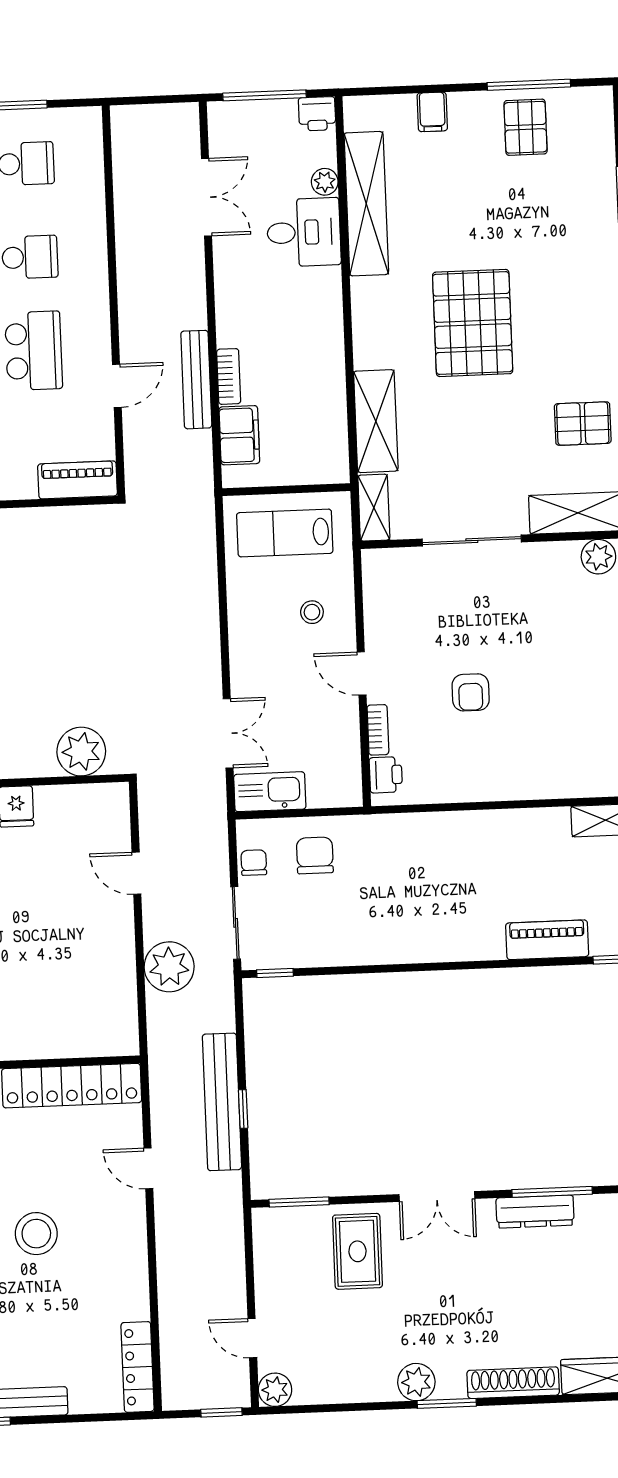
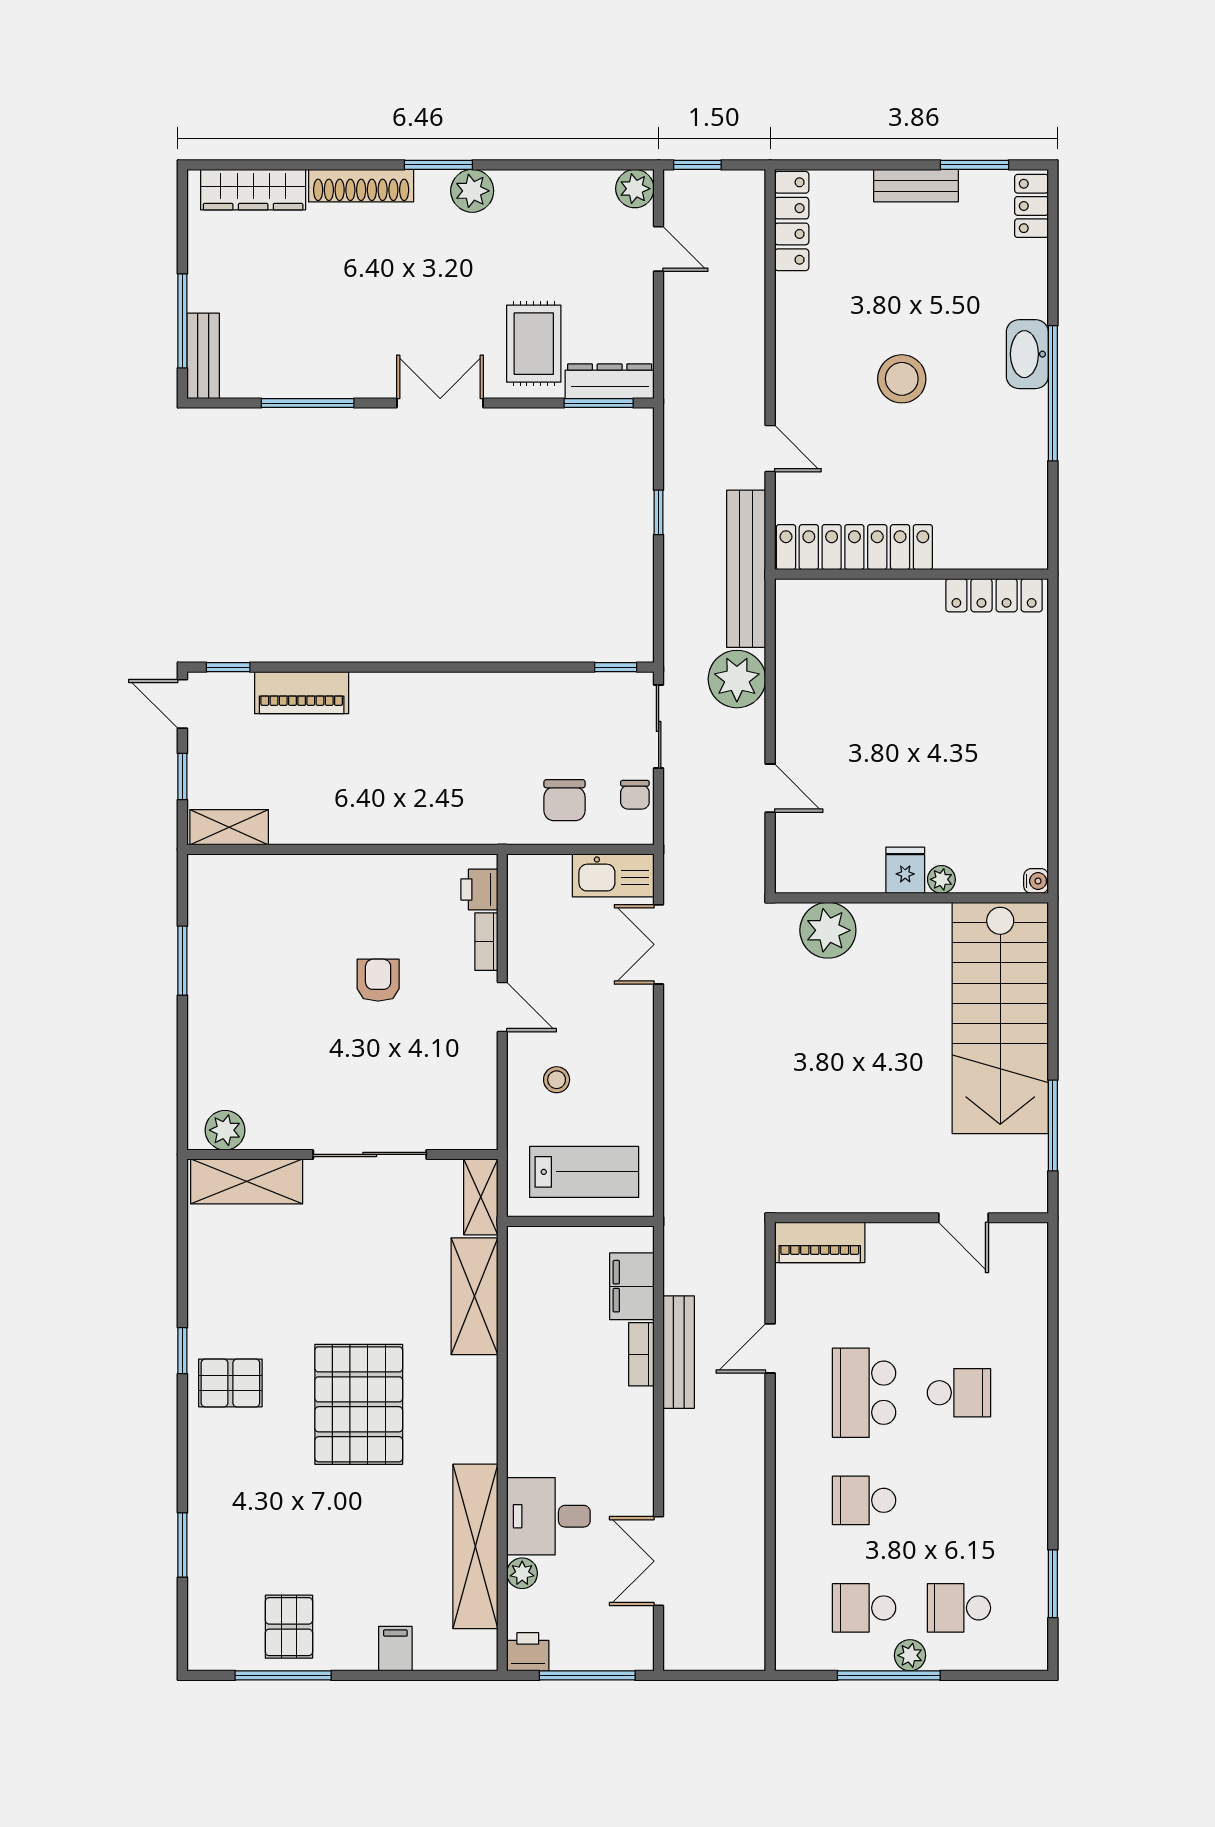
pallet: (583, 424) -> (230, 1383), moved
bench: (222, 1102) -> (746, 569), moved
dresser: (535, 1212) -> (610, 381), moved

